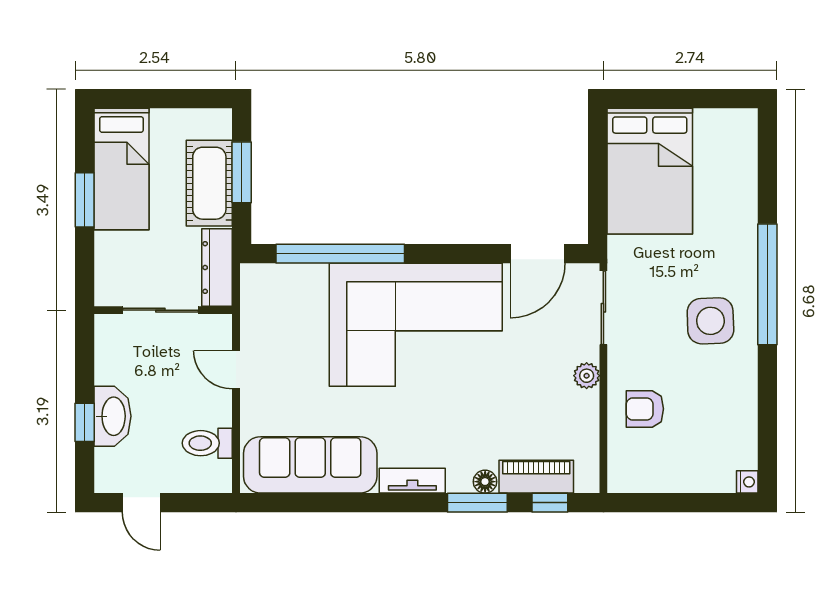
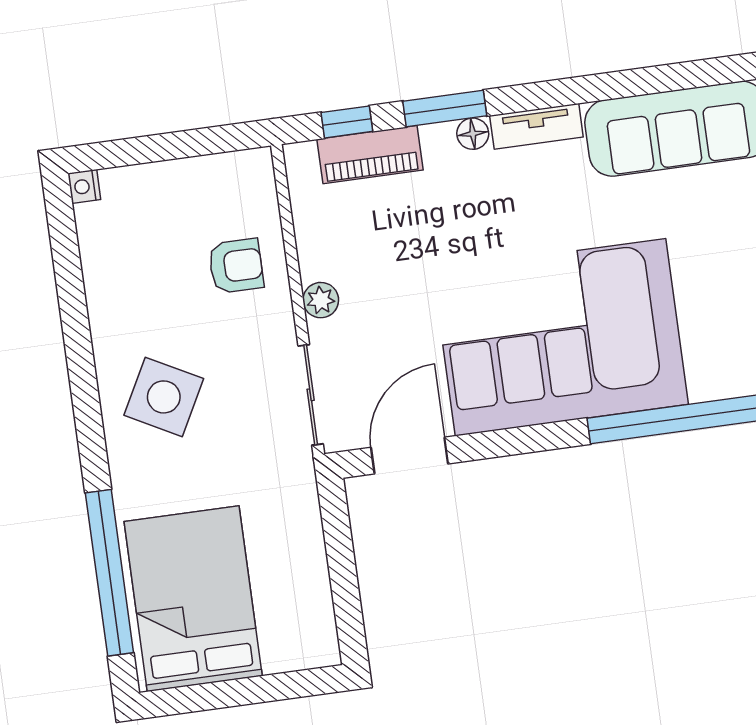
bed: (650, 171) -> (193, 599), moved
window: (767, 284) -> (109, 573), moved
side table: (710, 321) -> (164, 397), turned 30
floor lamp: (485, 482) -> (473, 134), moved

